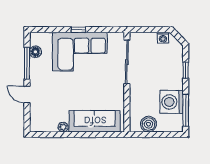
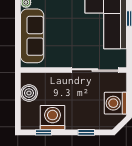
washing machine: (163, 38) -> (115, 103), width x1.89, depth x1.89
window: (186, 110) -> (43, 132), width x0.46

